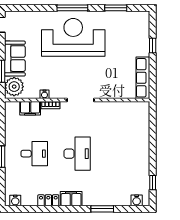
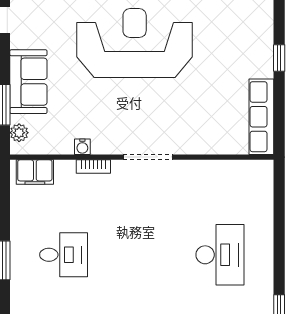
plant: (14, 87) -> (19, 133), width x0.53, depth x0.53
filing cabinet: (30, 108) -> (35, 172), moved
desk: (77, 154) -> (220, 255), moved

